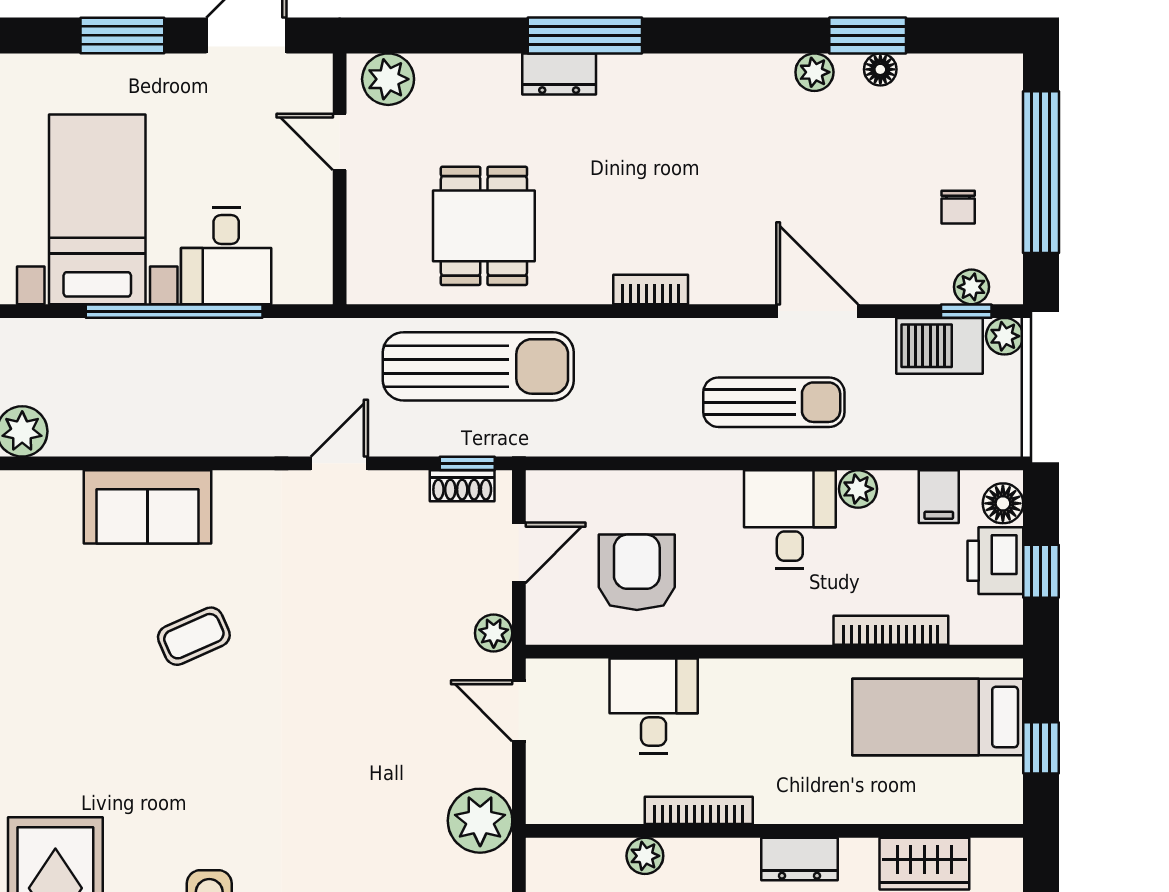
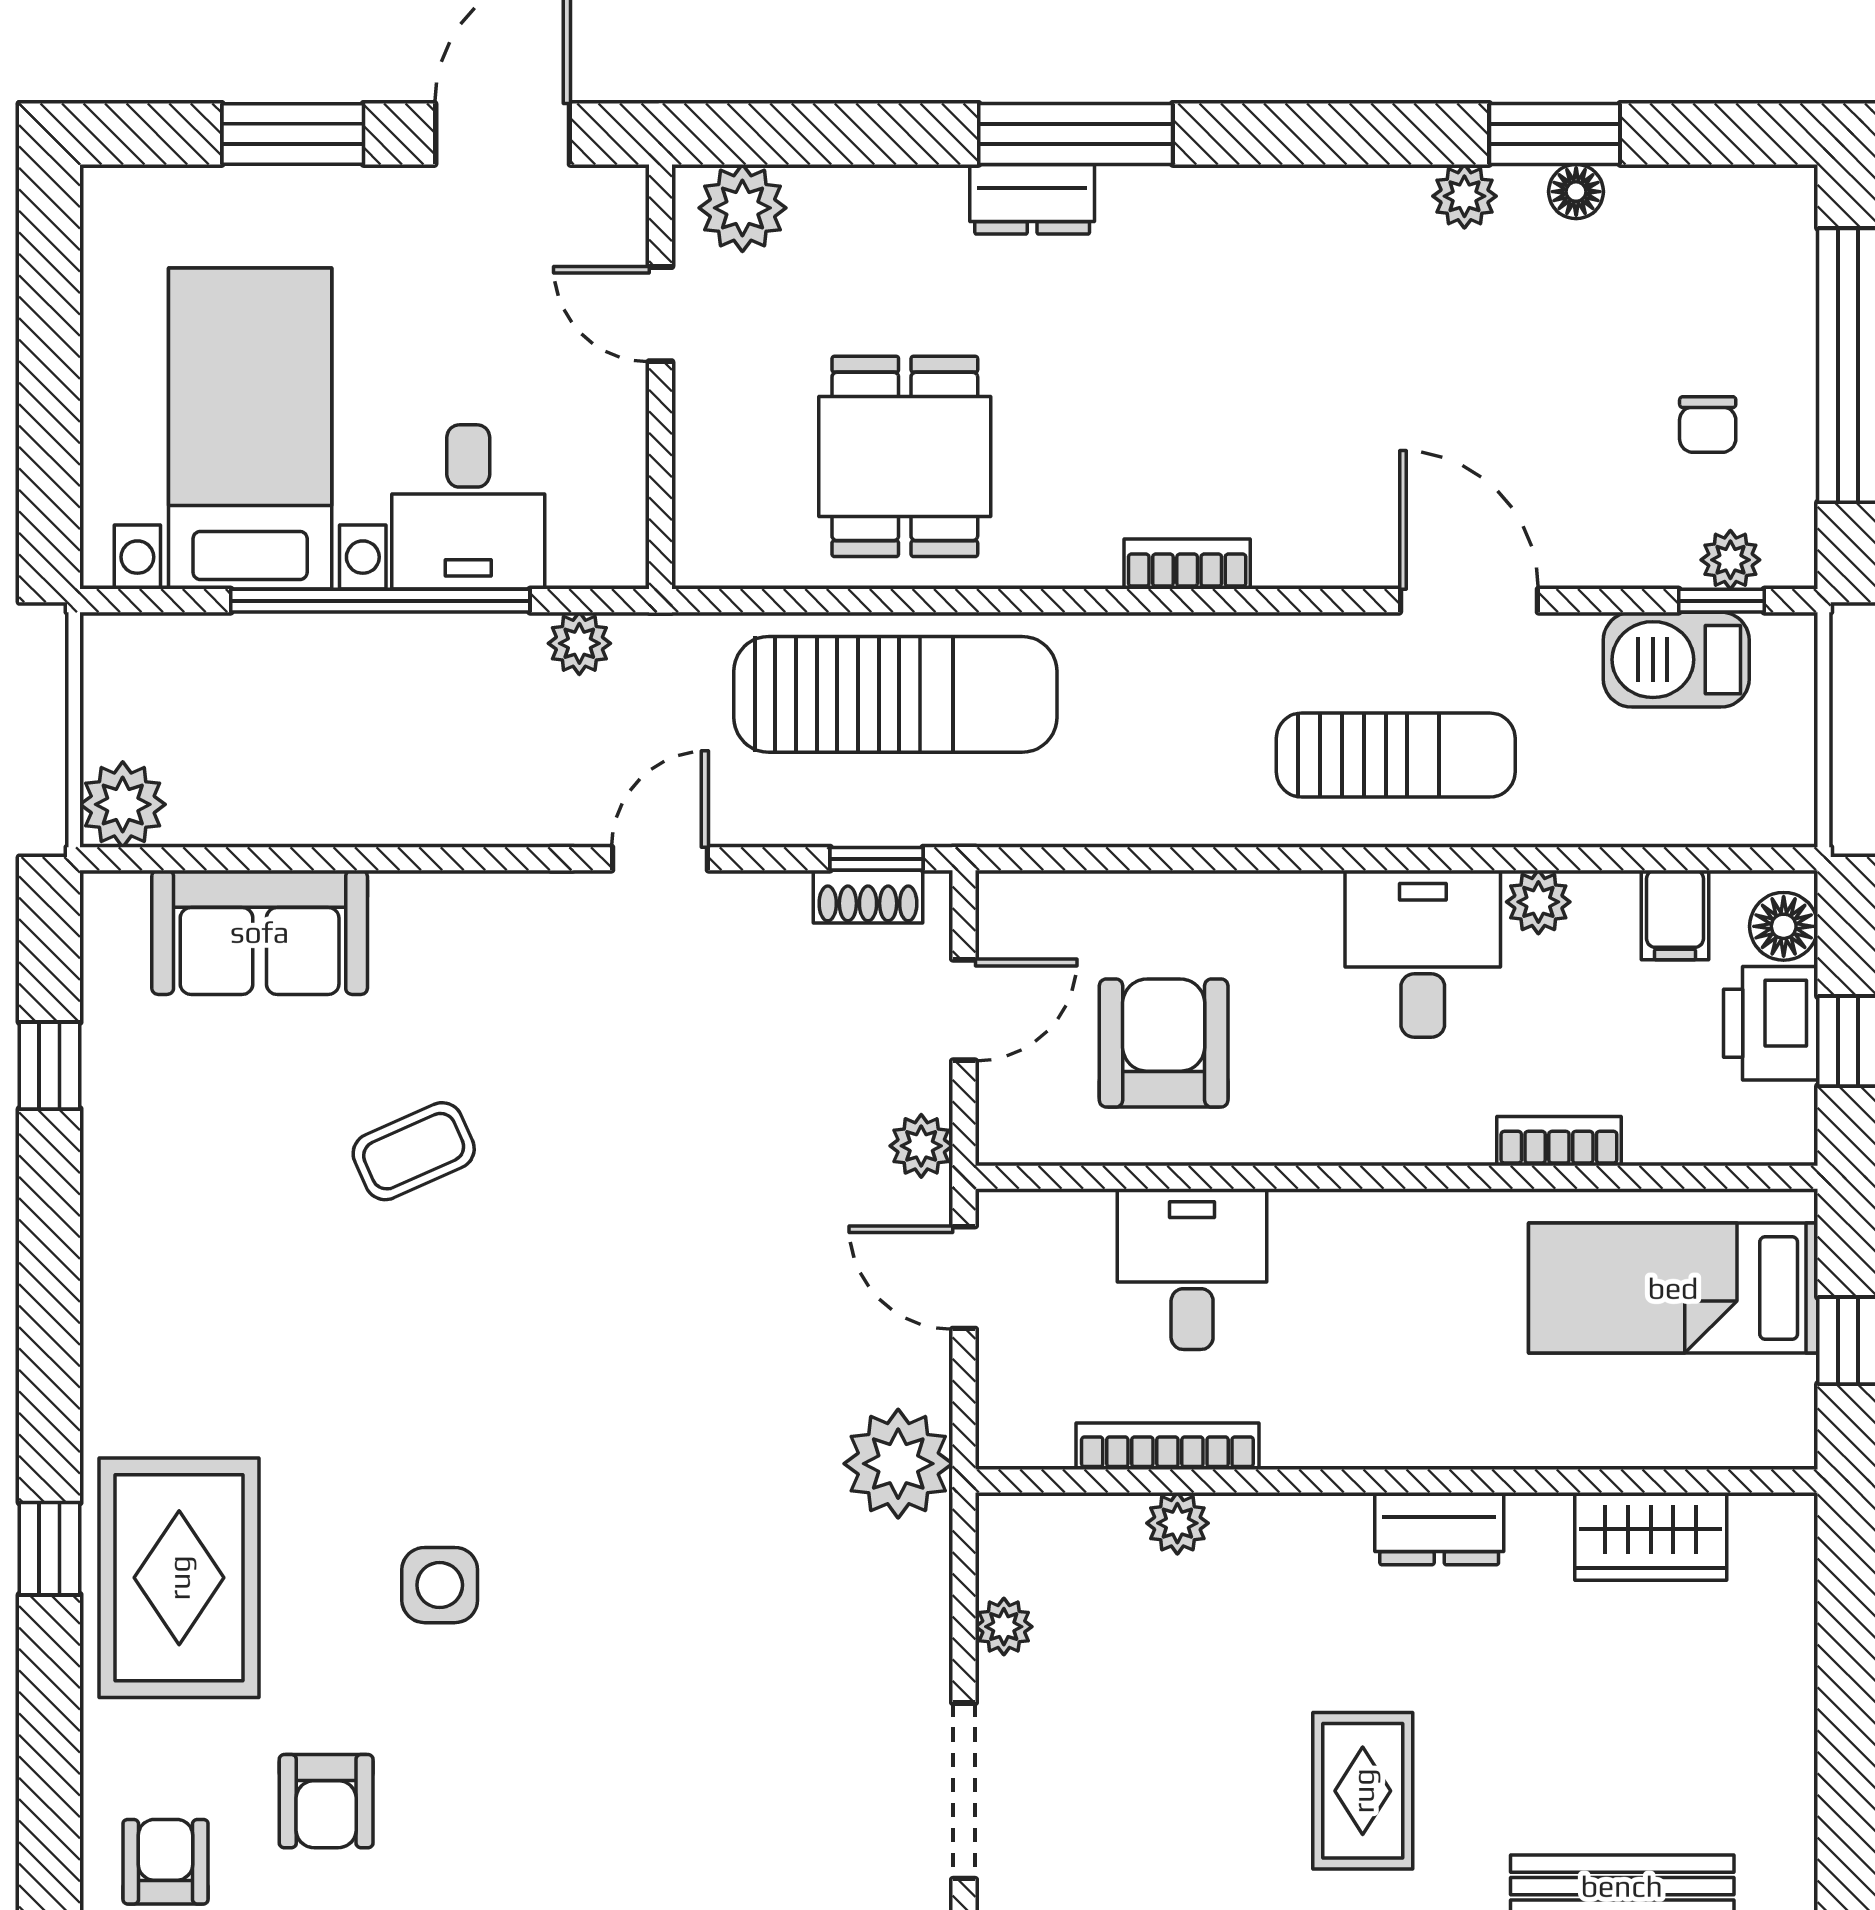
plant: (1005, 336) -> (579, 643), moved
sofa: (148, 507) -> (260, 932), moved
bookcase: (891, 630) -> (1559, 1141), width x0.64
bookcase: (699, 810) -> (1167, 1446), moved

